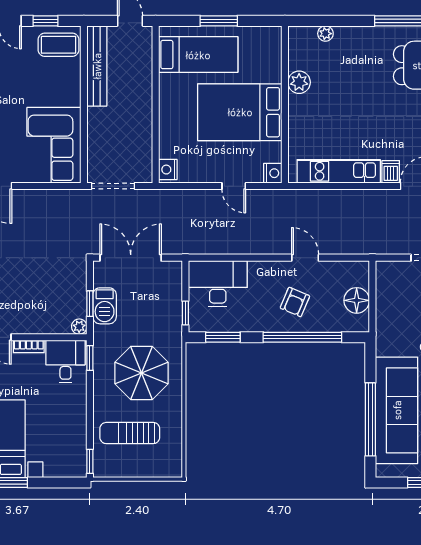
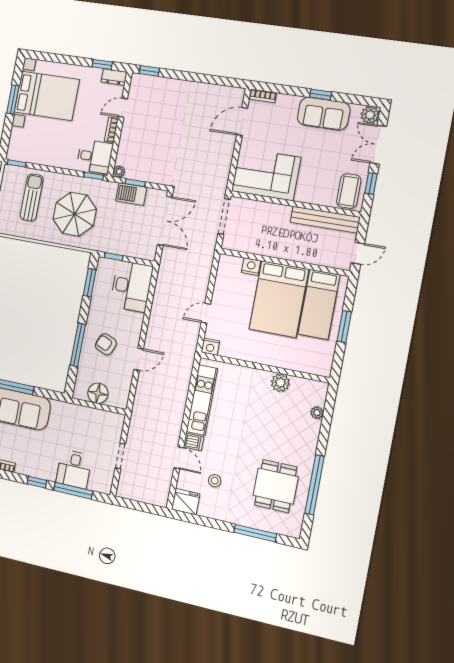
bed: (240, 112) -> (279, 299), moved, turned 180
nightstand: (168, 170) -> (251, 267), moved
window: (302, 337) -> (78, 345), width x0.68

